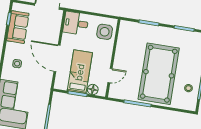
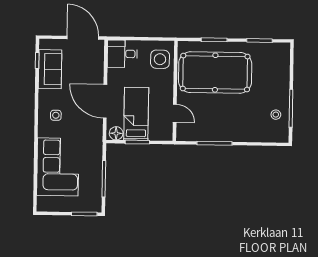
pool table: (159, 74) -> (215, 73), moved, turned 90
door: (110, 76) -> (175, 113), hinge flipped
floor lamp: (93, 90) -> (116, 133), moved

